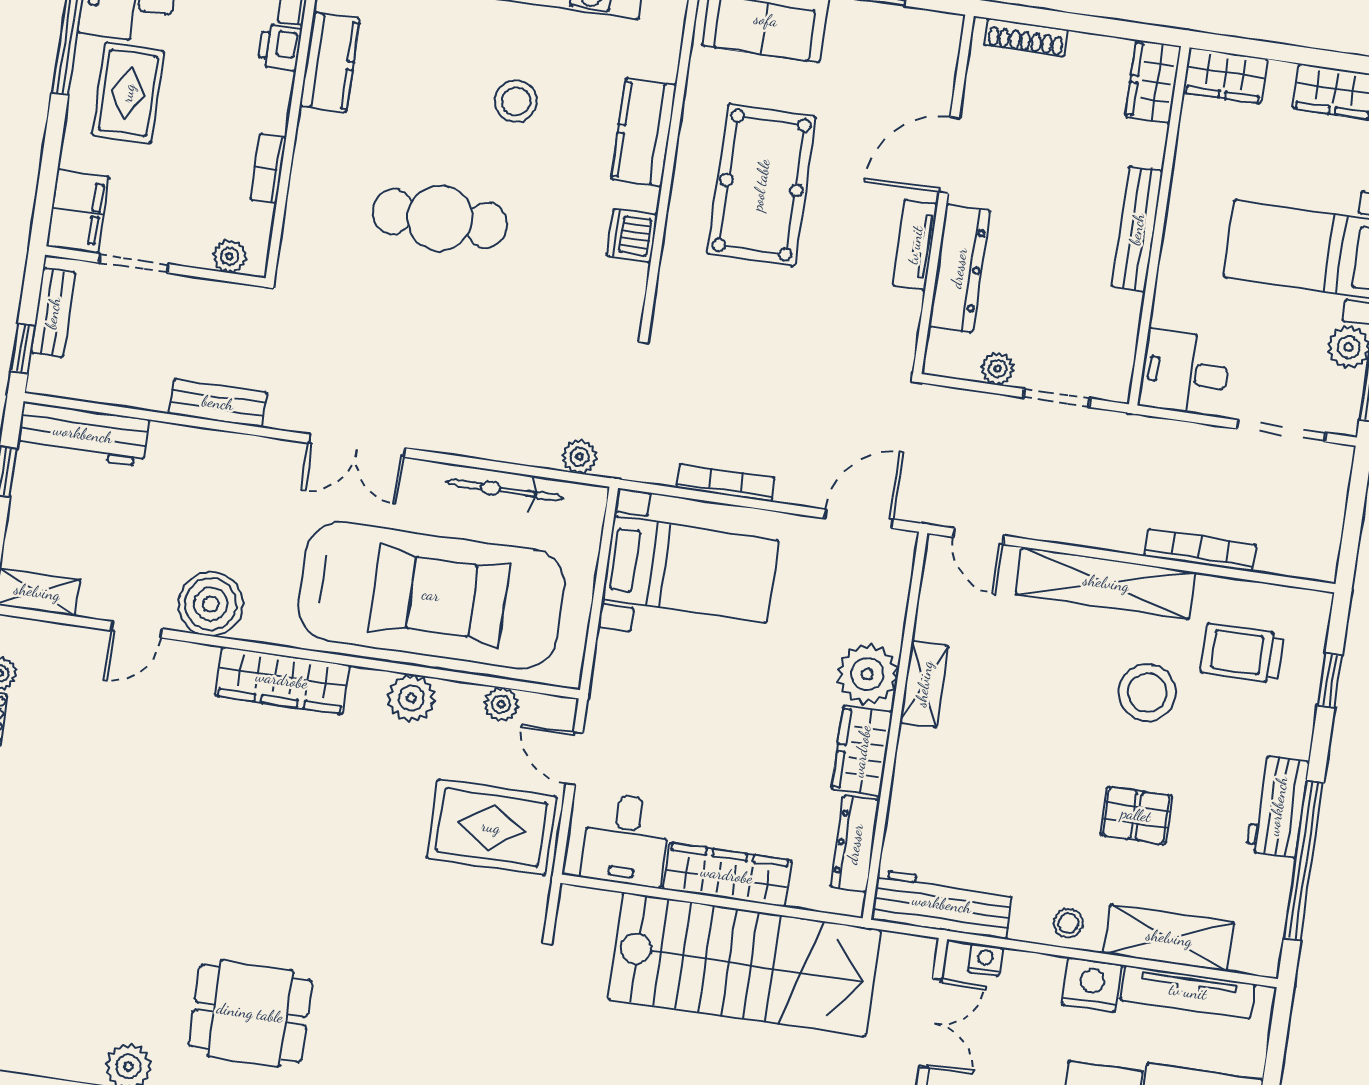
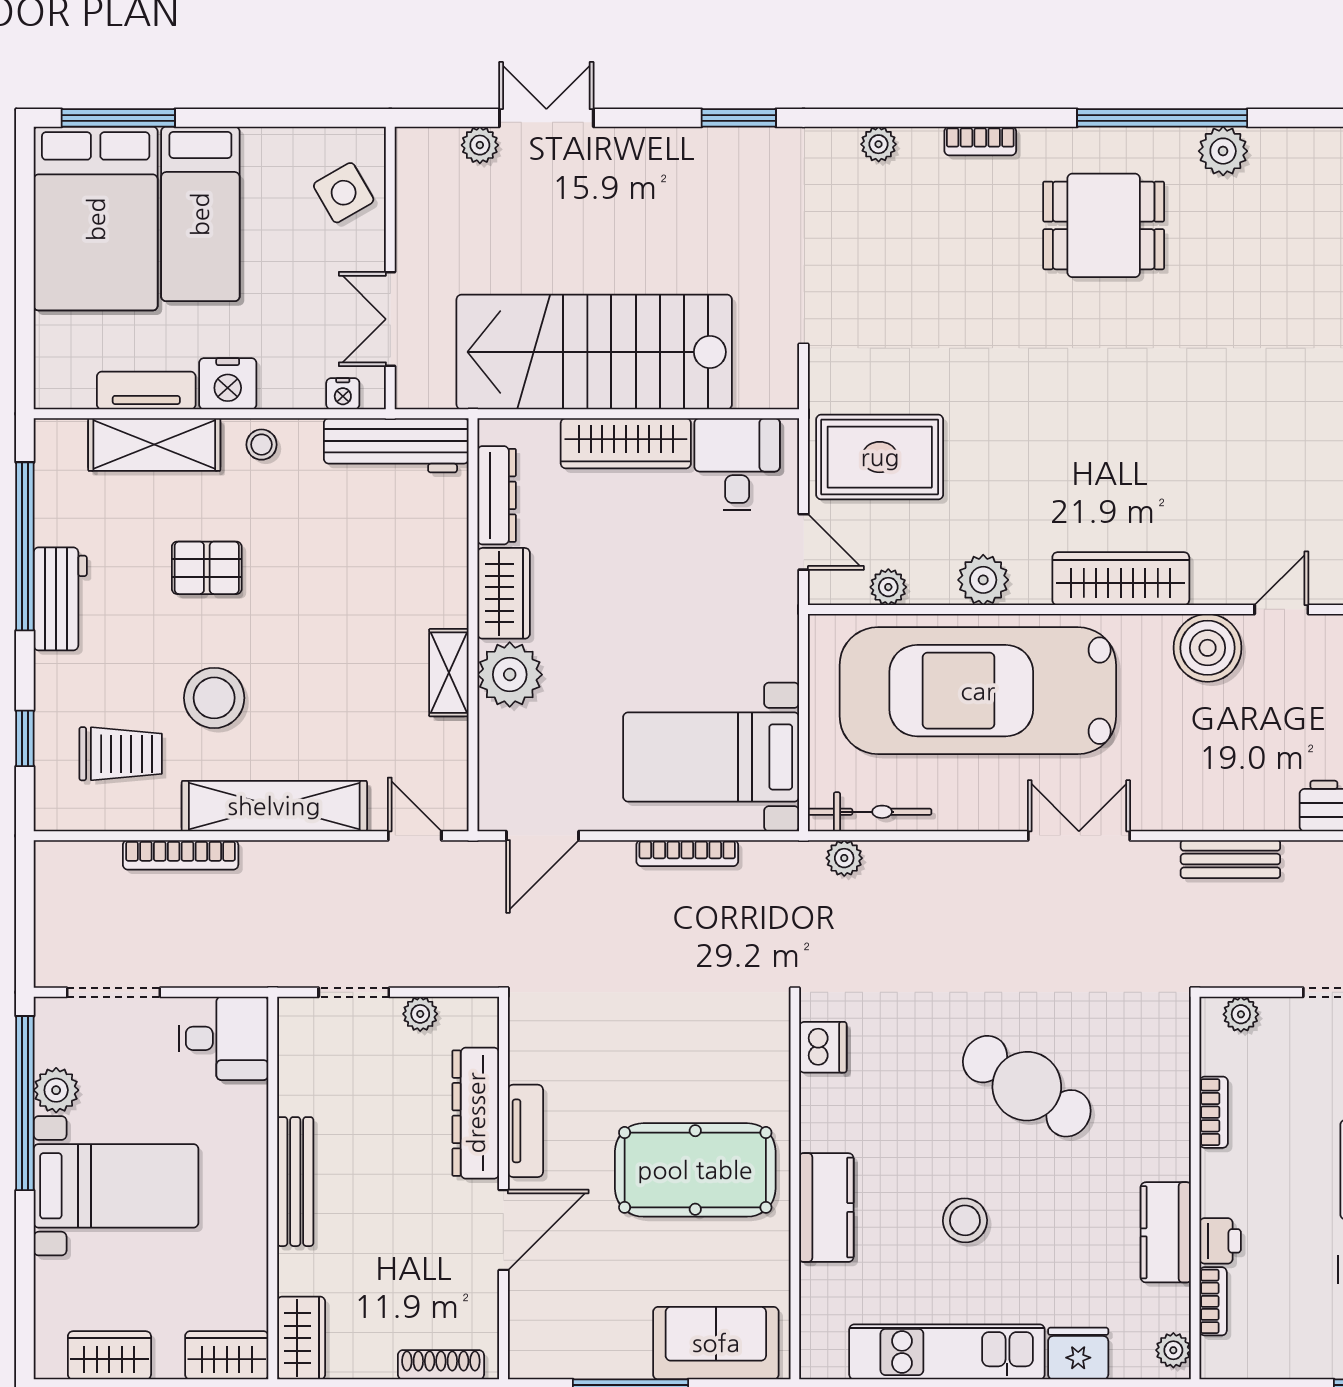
pool table: (761, 185) -> (695, 1170), turned 90
cafe table: (440, 218) -> (1027, 1086), turned 33
dishwasher: (632, 235) -> (823, 1047), moved
bicycle: (505, 490) -> (870, 812), moved
tv unit: (1188, 992) -> (146, 391), width x0.71

